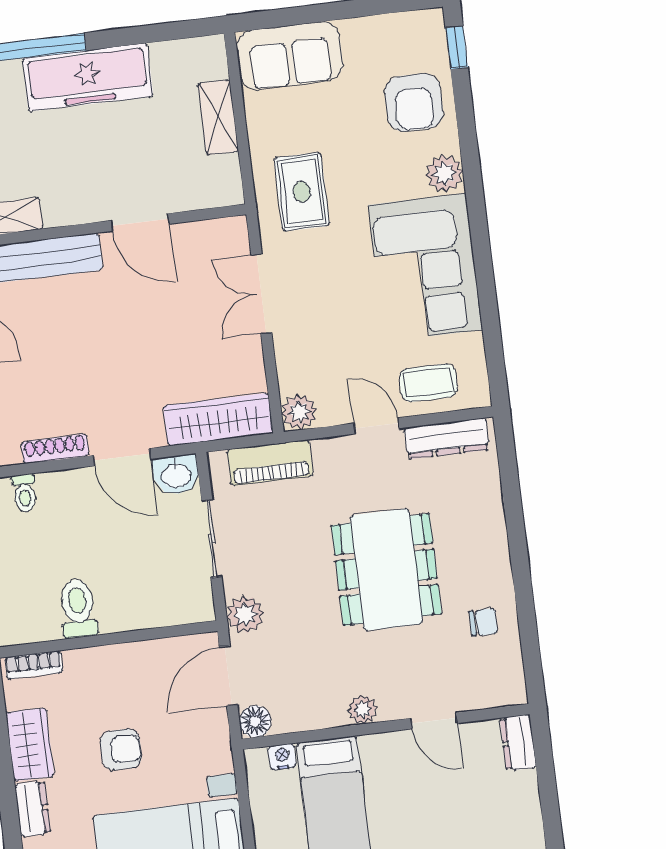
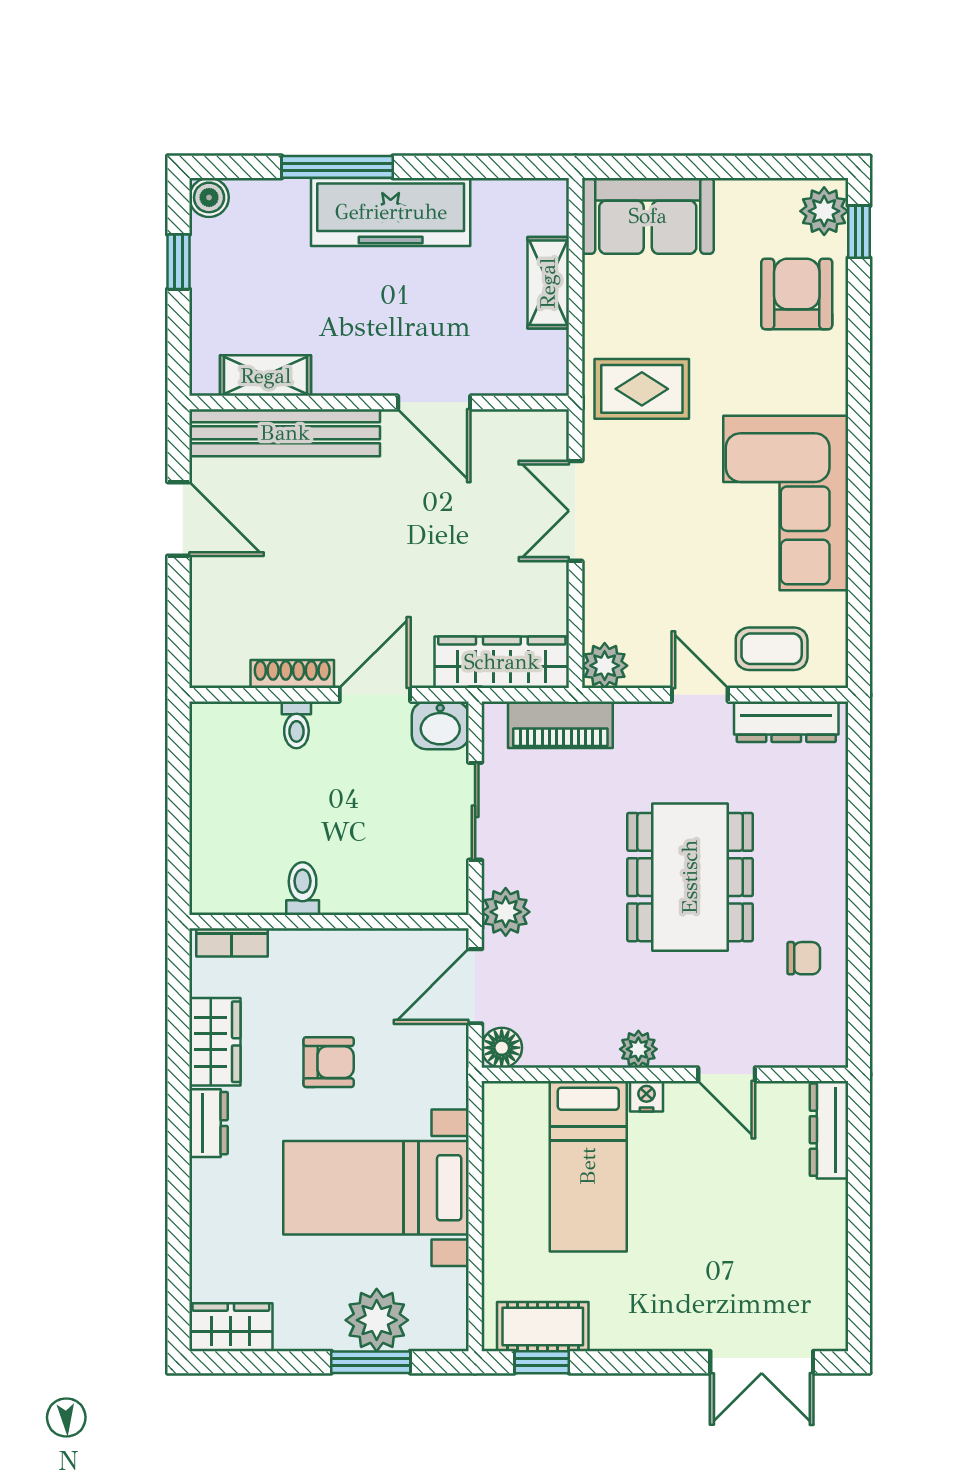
armchair: (414, 102) -> (797, 294), turned 180
plant: (444, 174) -> (824, 211), moved
rug: (302, 192) -> (642, 389), turned 90
door: (122, 457) -> (375, 695), swing flipped
toilet: (24, 493) -> (296, 725), moved
toilet: (78, 608) -> (303, 889), width x0.73, depth x0.72
dresser: (518, 743) -> (829, 1130), width x1.44
nightstand: (282, 757) -> (646, 1096), moved

